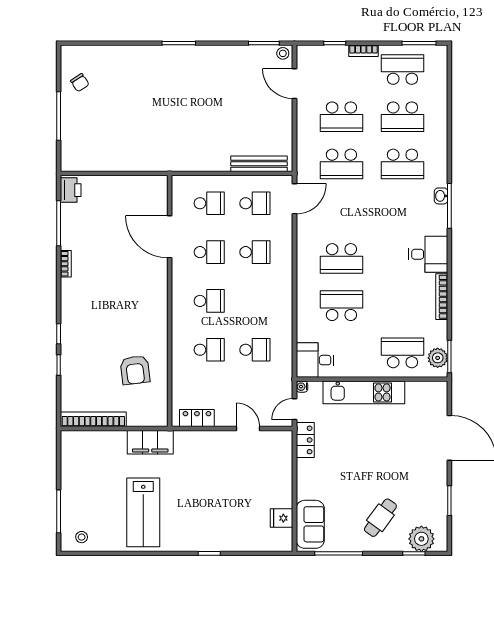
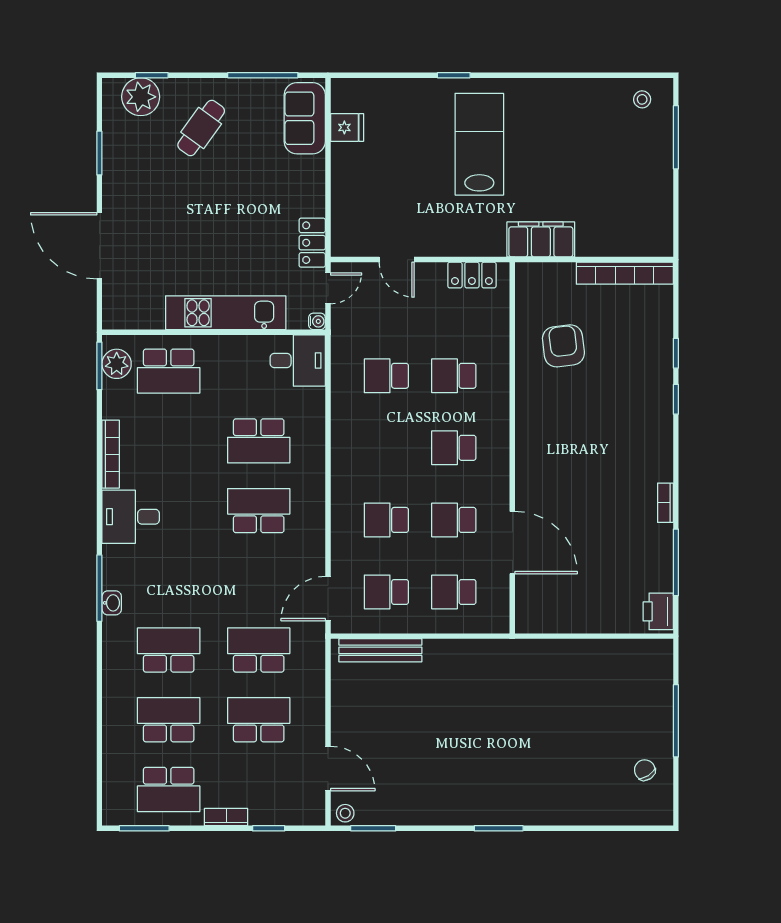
lab bench: (143, 512) -> (479, 144), moved

